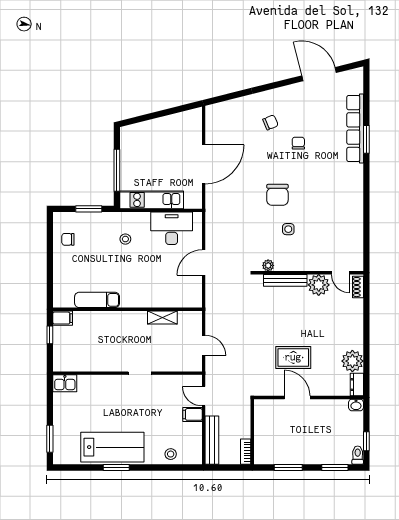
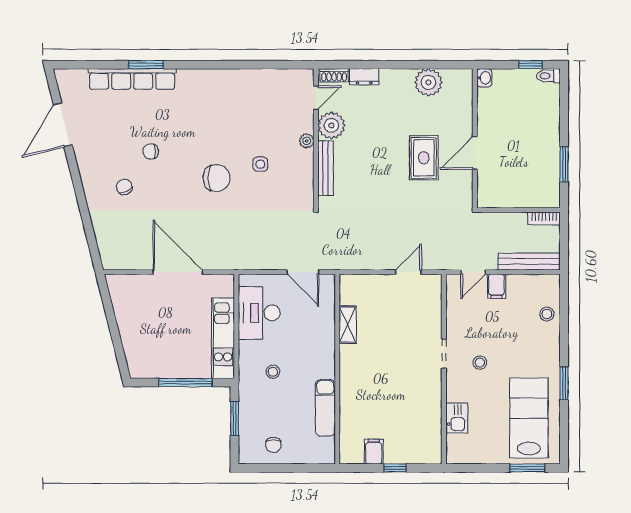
plant: (268, 265) -> (307, 141), moved
exam couch: (97, 300) -> (325, 408), moved
wall: (127, 309) -> (337, 369), moved
shelving: (162, 317) -> (348, 325), moved
kitchen sink: (65, 383) -> (457, 418), moved
dresser: (357, 385) -> (364, 77), moved
stool: (133, 401) -> (480, 363), added
lab bench: (112, 447) -> (529, 418), moved
window: (335, 468) -> (564, 105), removed

